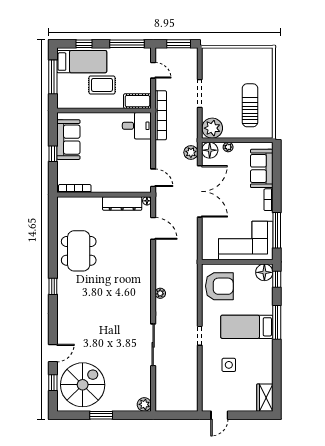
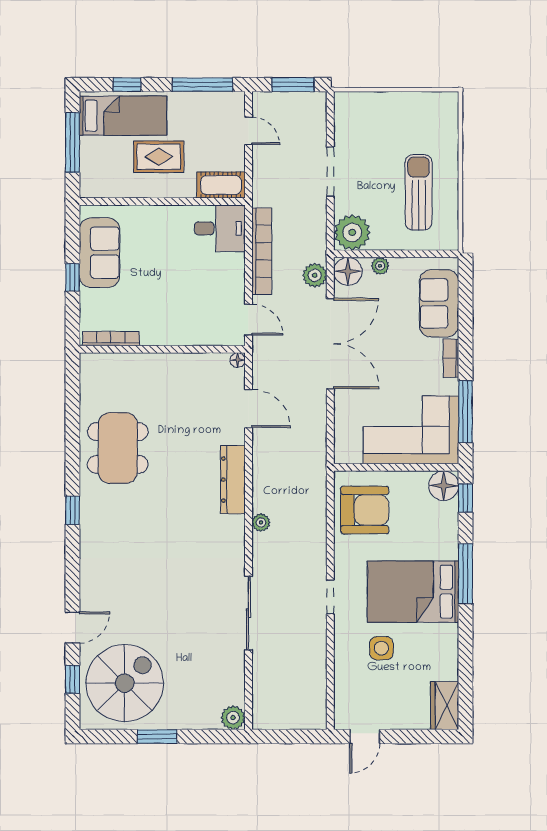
bookcase: (161, 115) -> (262, 251), moved
dresser: (122, 203) -> (233, 480), moved, turned 90
bed: (247, 327) -> (413, 592), width x1.50

